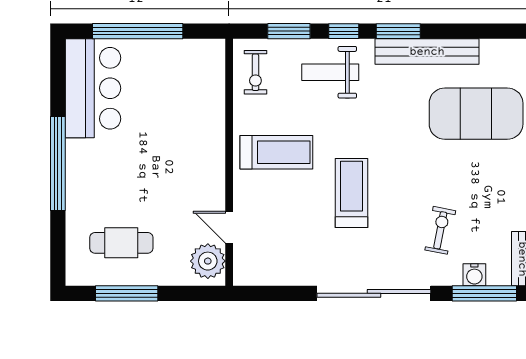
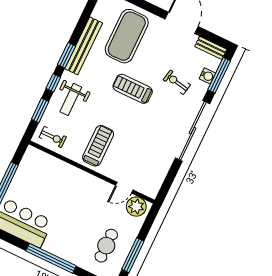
treadmill: (351, 193) -> (133, 89), moved

